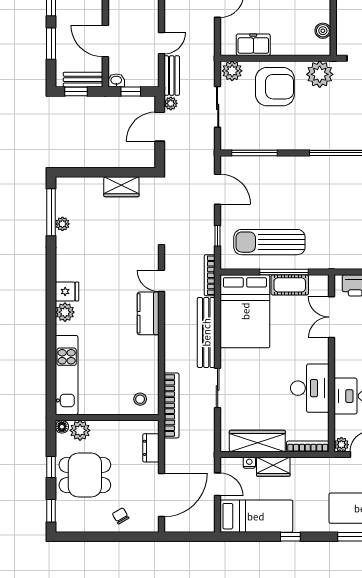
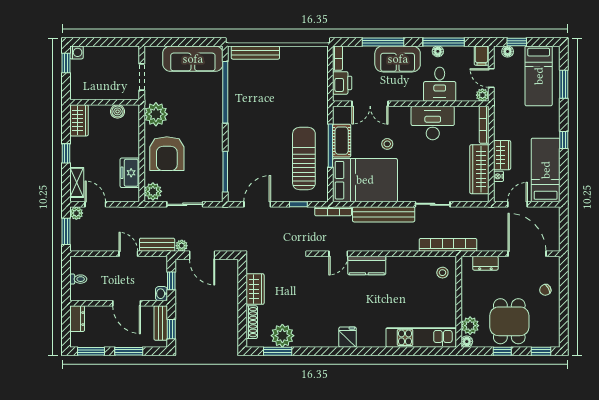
door: (105, 41) -> (127, 303), hinge flipped
armchair: (275, 87) -> (167, 154), turned 180
shoe rack: (84, 183) -> (252, 322), added
window: (51, 212) -> (278, 351), width x0.69
plant: (62, 224) -> (282, 336), width x1.88, depth x1.88
sun lounger: (269, 242) -> (304, 159), turned 180
plant: (65, 312) -> (366, 339), removed
stool: (286, 337) -> (387, 144), added

